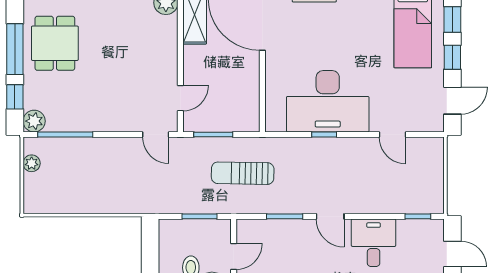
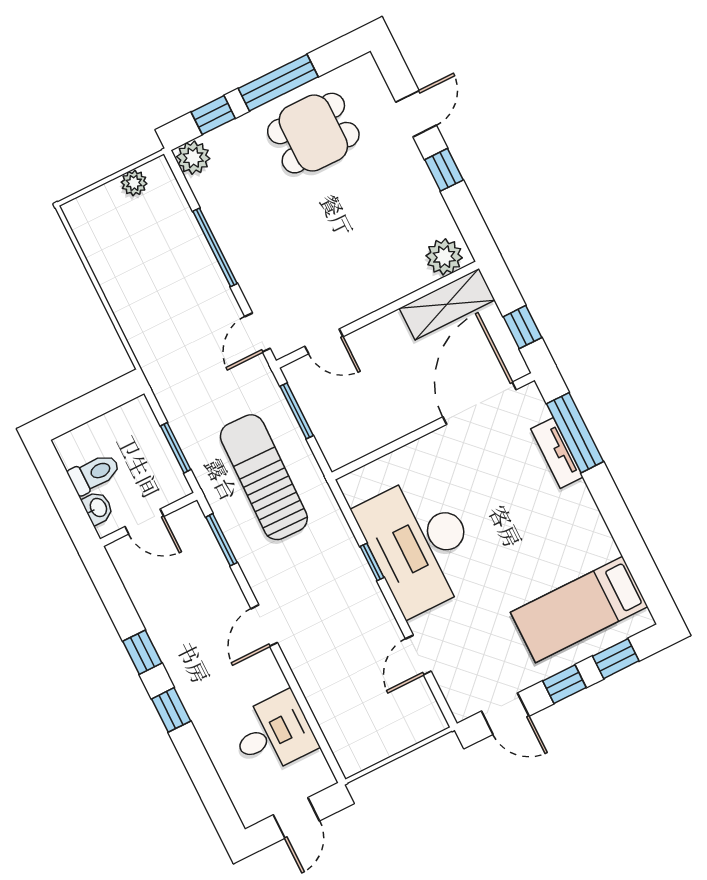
window: (65, 135) -> (215, 247), moved
sun lounger: (243, 173) -> (264, 477), width x1.36, depth x1.34
window: (285, 216) -> (221, 540), moved
window: (418, 216) -> (324, 745), removed
desk: (374, 243) -> (273, 734), moved

